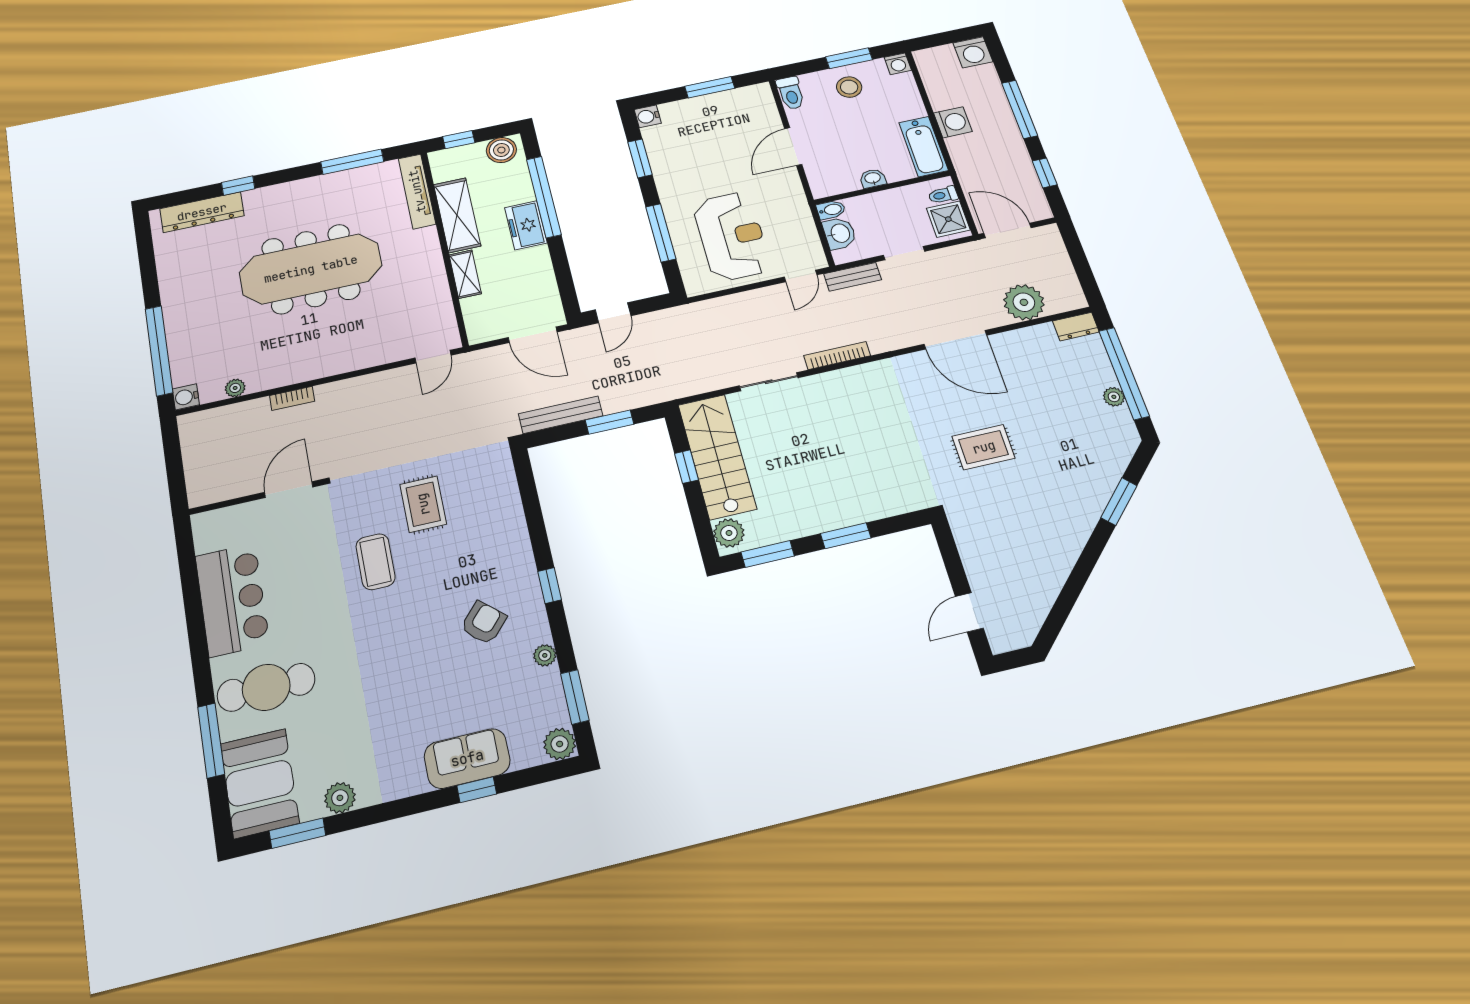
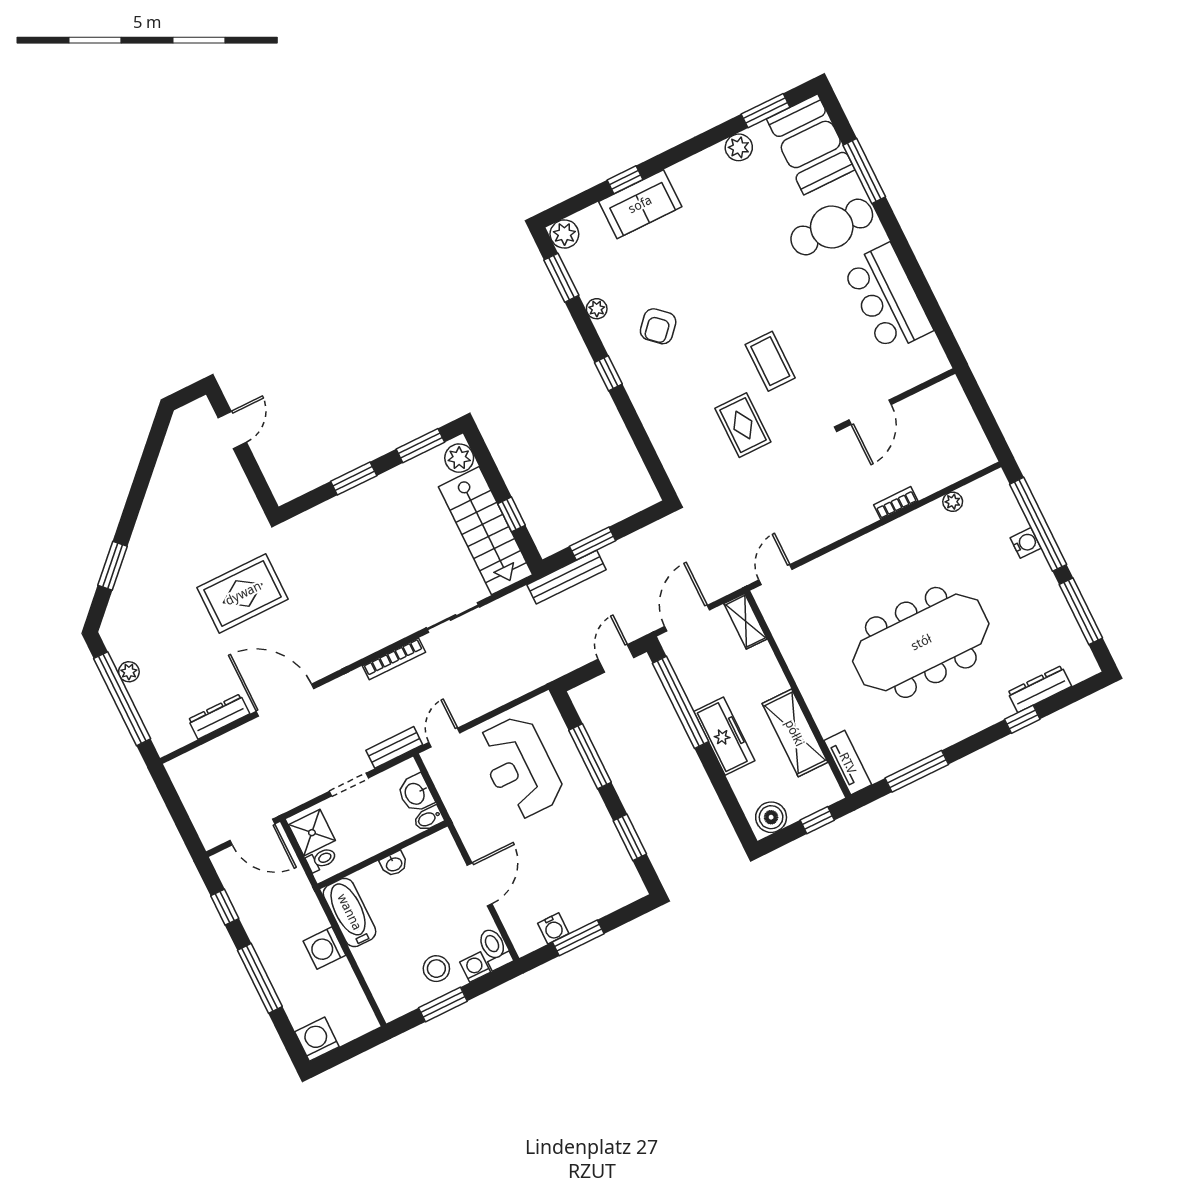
washing machine: (898, 64) -> (475, 967), moved
water cooler: (648, 116) -> (553, 928), moved, turned 90
tv unit: (417, 191) -> (848, 763), width x0.71
window: (544, 197) -> (681, 702), moved
dresser: (202, 212) -> (1039, 689), width x0.73, depth x0.80
freezer: (526, 225) -> (724, 736), width x1.40
window: (148, 266) -> (1081, 611), added
shelving: (465, 274) -> (746, 621), moved
plant: (1024, 302) -> (226, 755), removed
dresser: (1076, 327) -> (219, 717), moved, width x1.44
door: (533, 335) -> (687, 618), hinge flipped
water cooler: (186, 397) -> (1026, 543), moved
bench: (561, 415) -> (567, 577), moved
rug: (984, 447) -> (243, 593), width x1.36, depth x1.43

